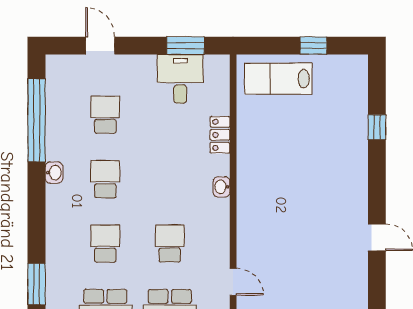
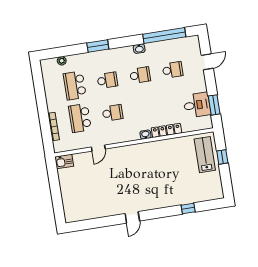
window: (313, 46) -> (222, 157), moved
locker: (220, 135) -> (166, 130), width x1.53
window: (36, 284) -> (98, 46), moved

